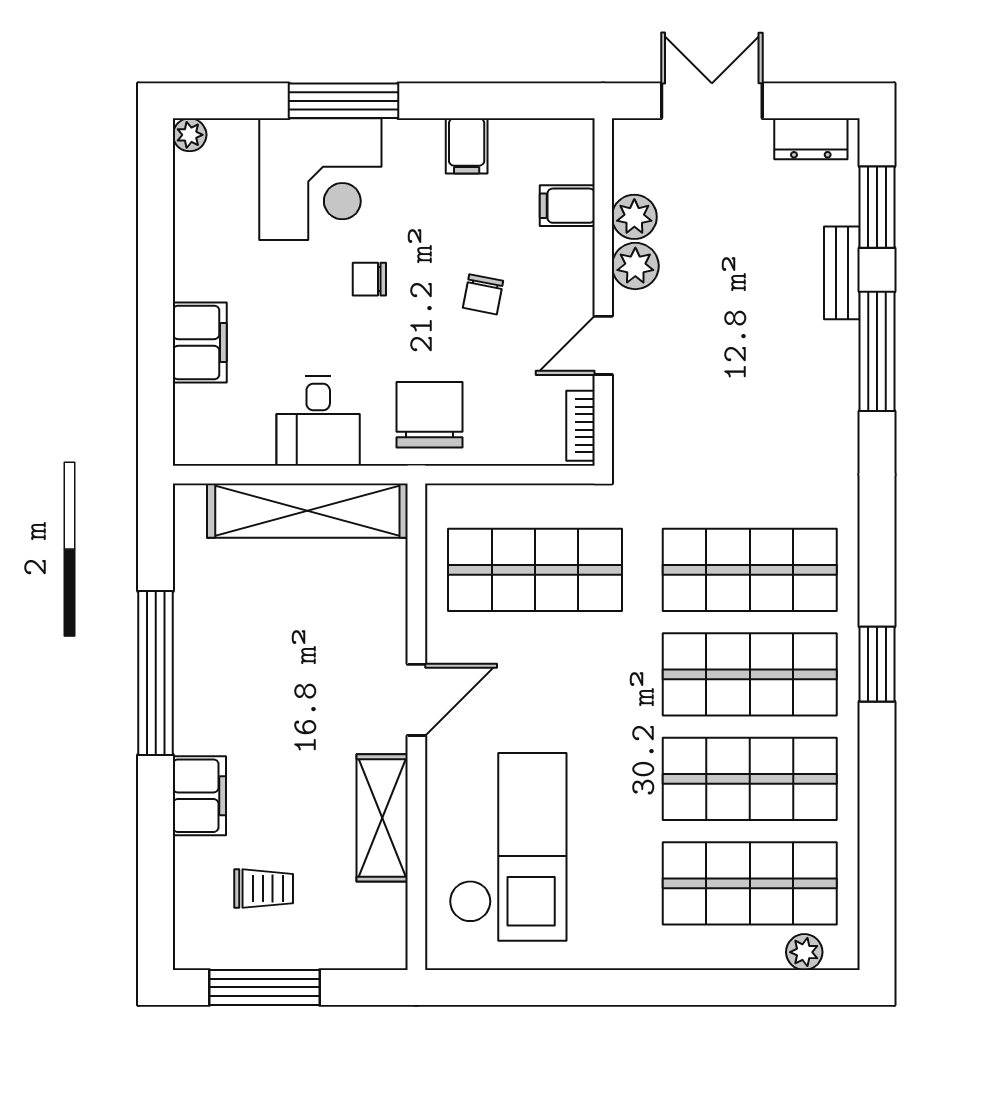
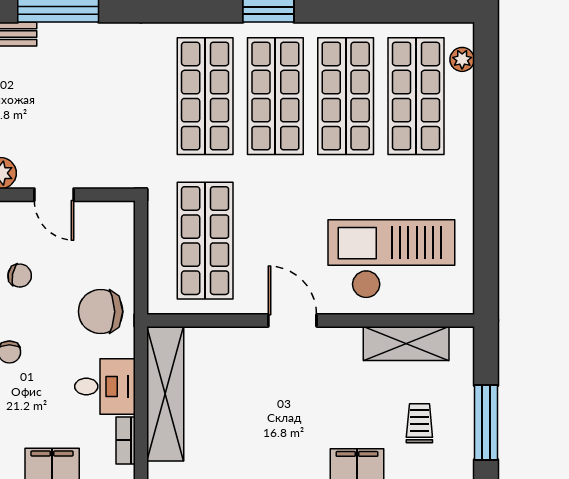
bookcase: (581, 426) -> (126, 440), moved, turned 90
shelving: (382, 818) -> (406, 343), moved

